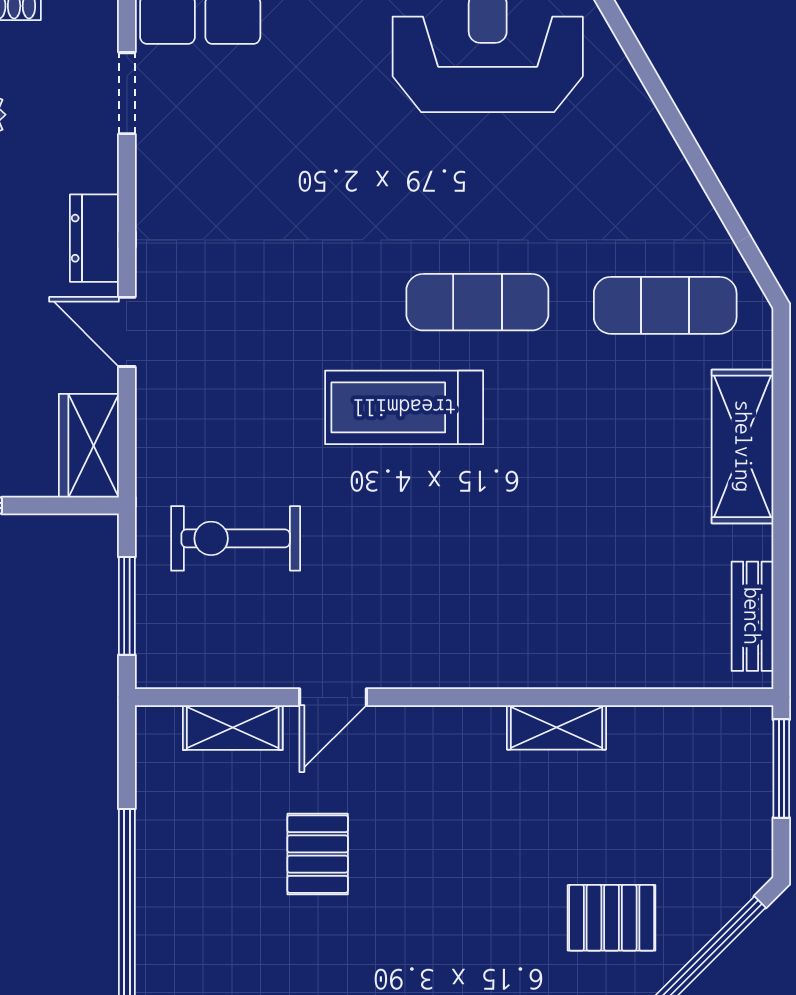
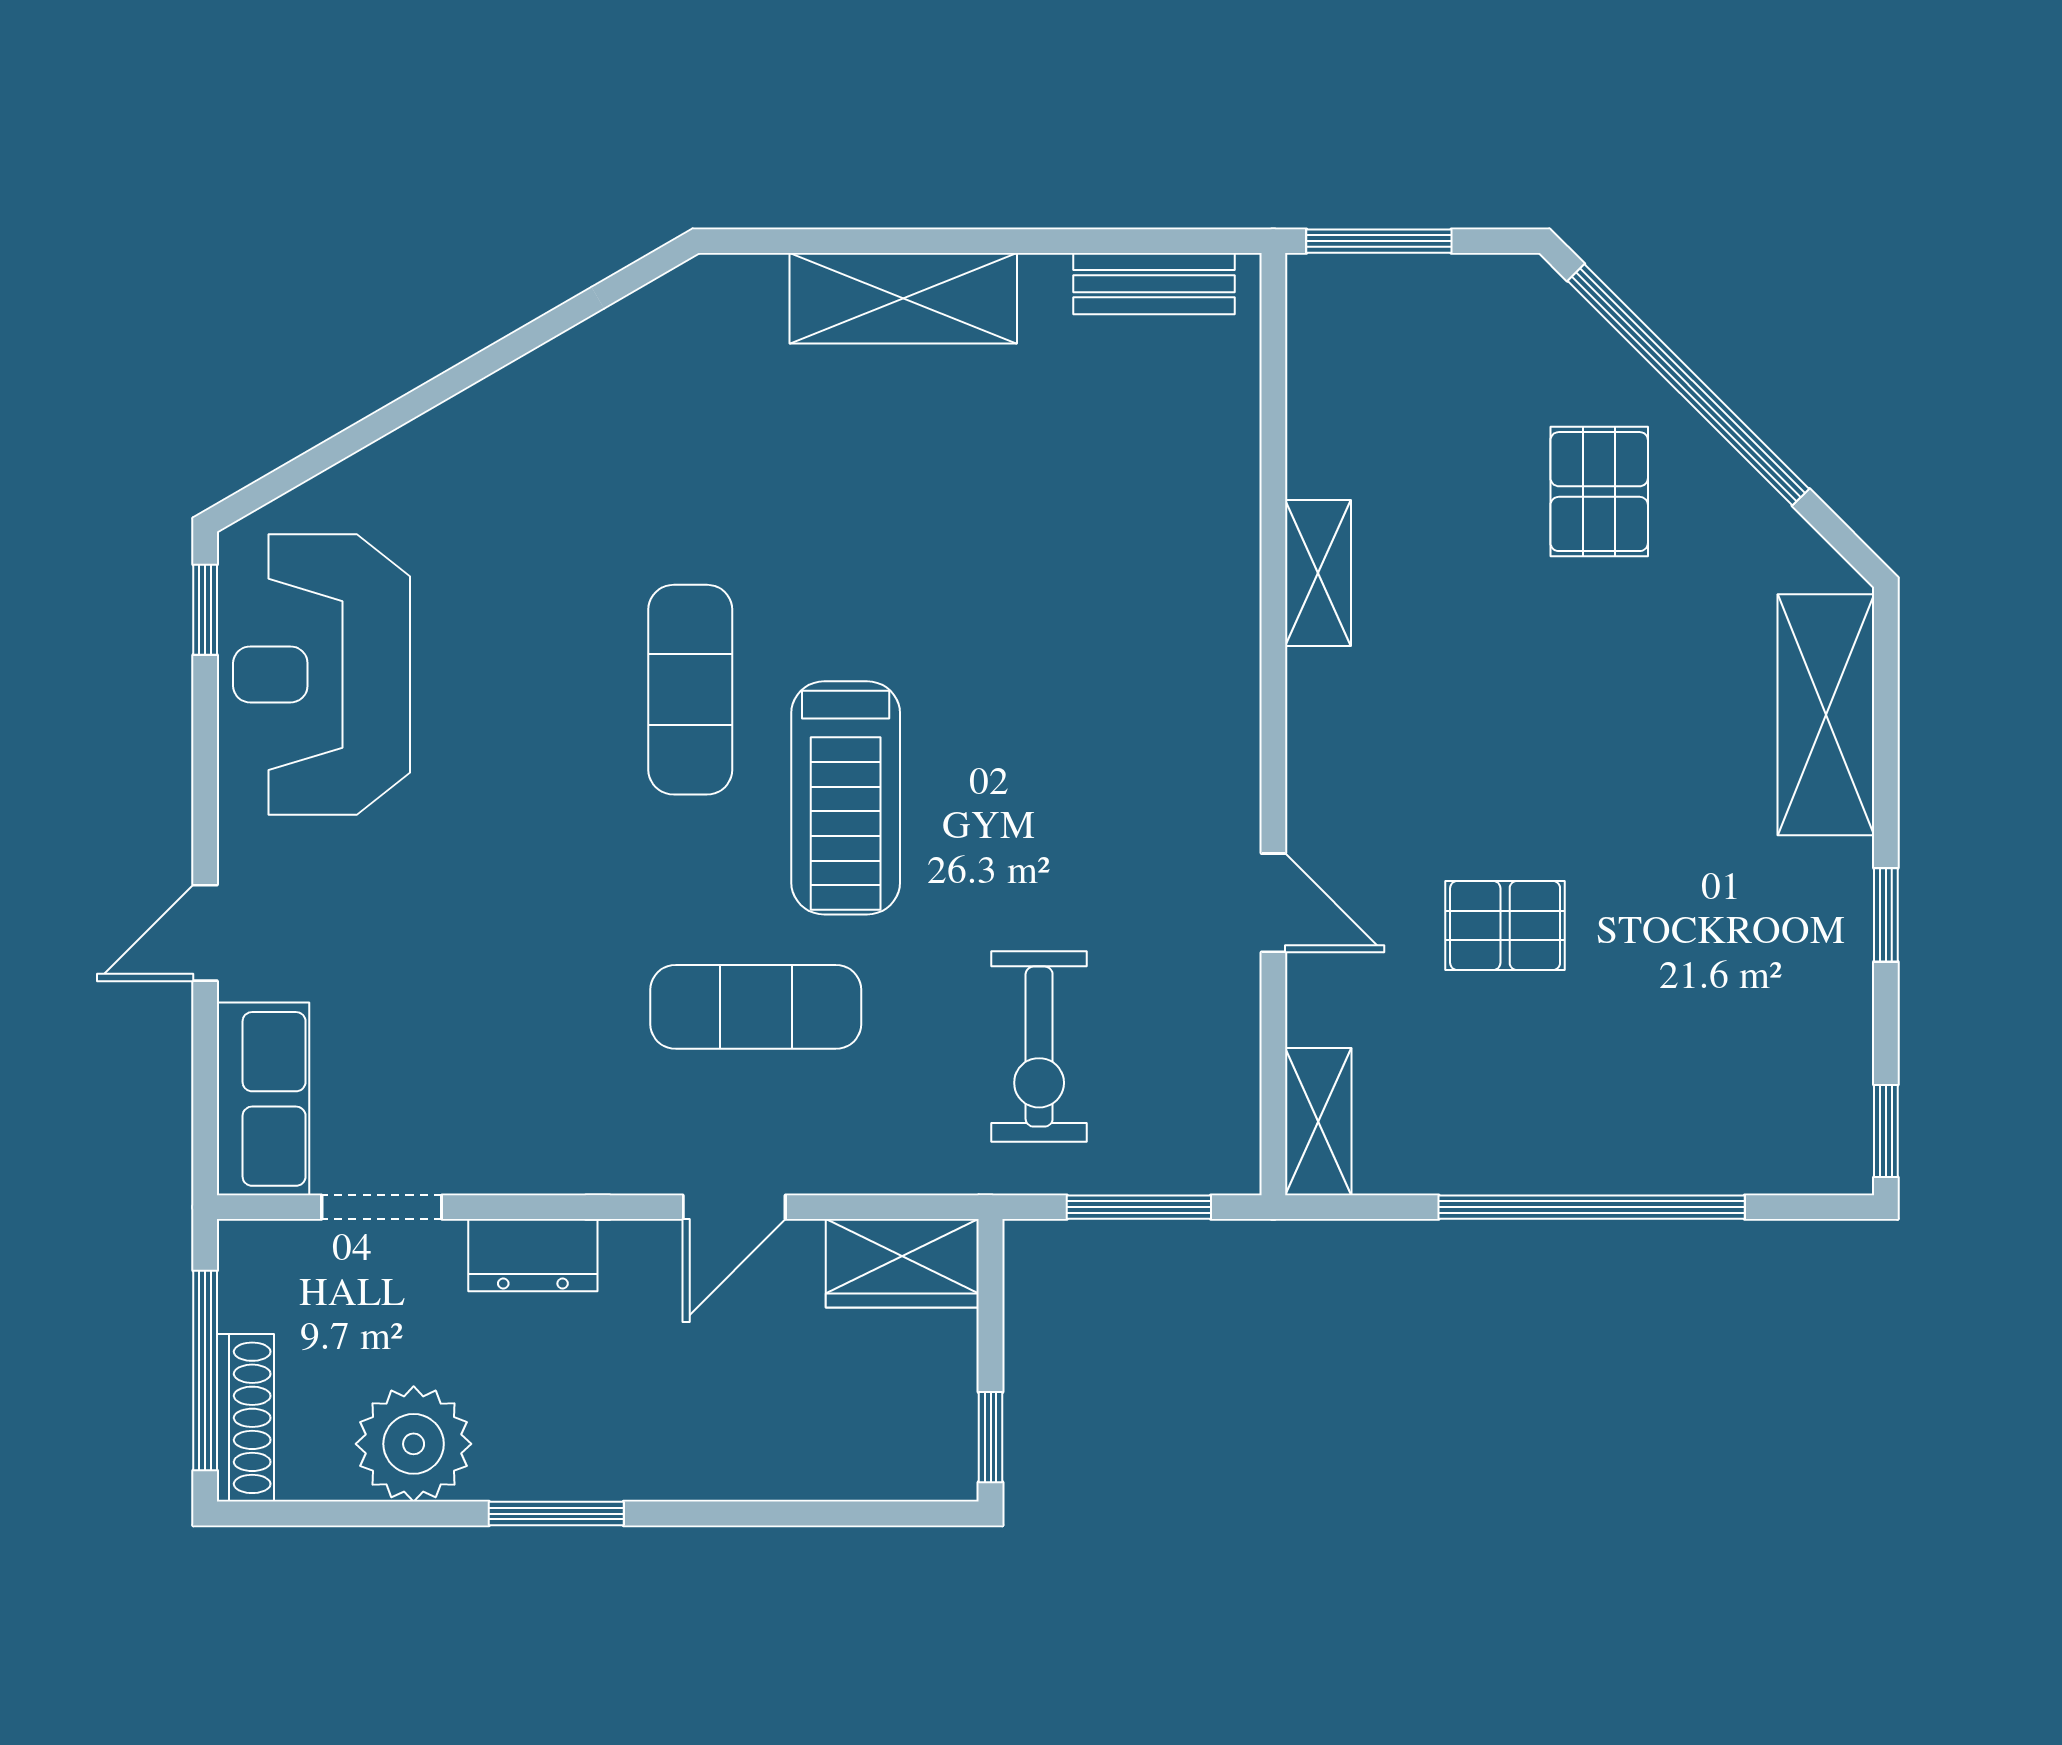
dresser: (94, 238) -> (533, 1255), moved
exercise mat: (665, 305) -> (756, 1007), moved, turned 90
shelving: (233, 727) -> (1318, 1122), moved

